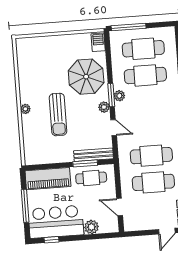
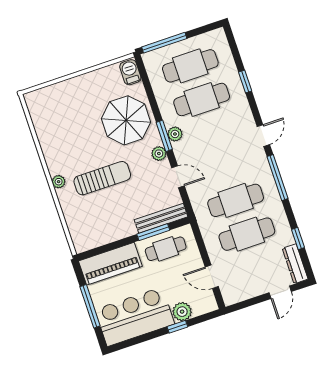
sun lounger: (58, 115) -> (102, 178), turned -90
window: (51, 240) -> (177, 327), moved

